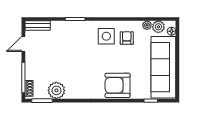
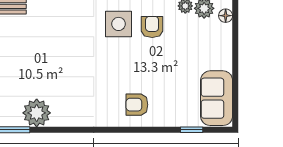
sofa: (163, 67) -> (217, 98), width x0.54, depth x0.79
armchair: (118, 85) -> (137, 105), width x0.53, depth x0.53

